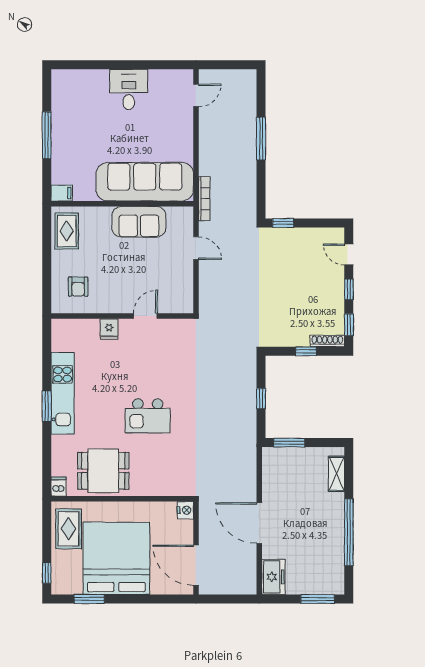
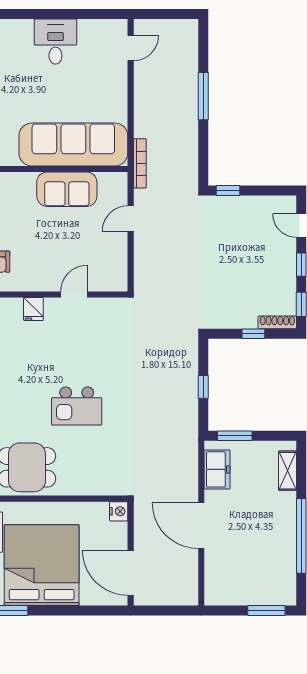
door: (196, 248) -> (131, 219), swing flipped
freezer: (273, 577) -> (217, 469), moved

